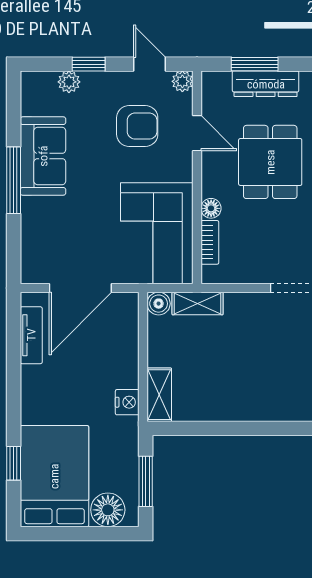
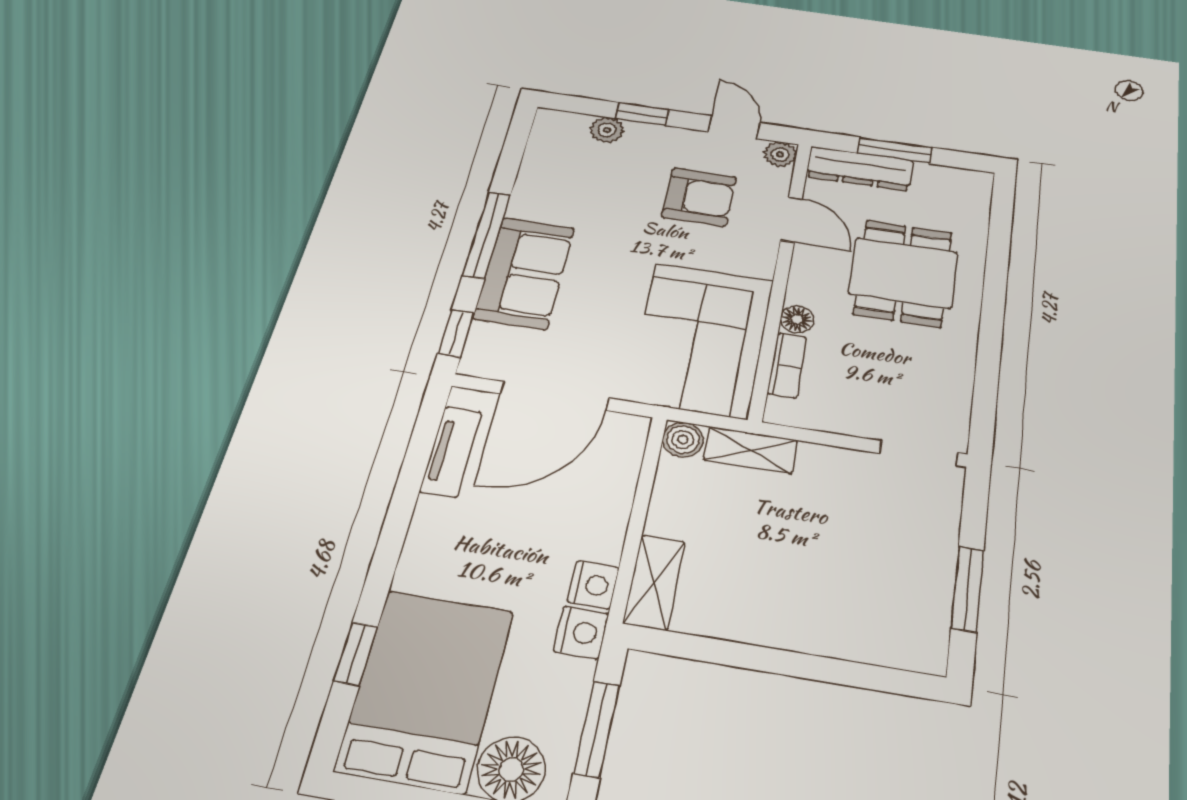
dresser: (266, 84) -> (860, 169), moved
sofa: (43, 156) -> (524, 273), moved
window: (14, 255) -> (456, 333), added
nightstand: (127, 430) -> (581, 632), added

